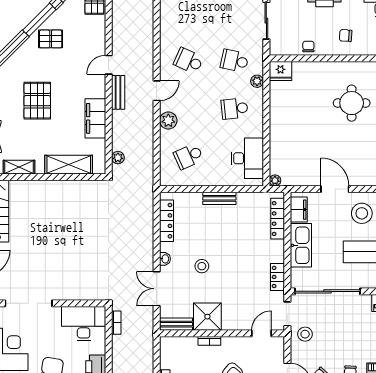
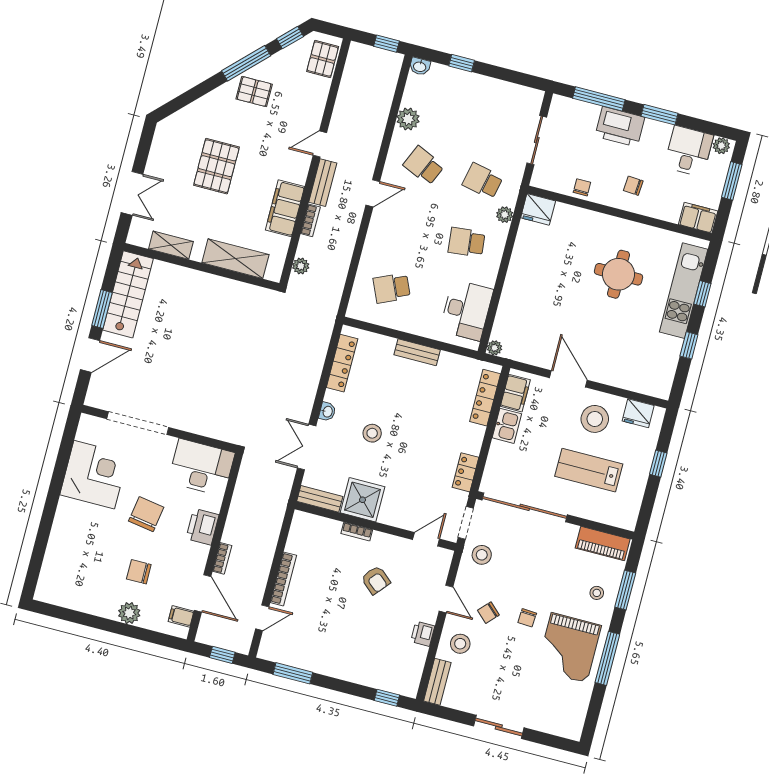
plant: (168, 121) -> (408, 119), moved
kitchen sink: (301, 245) -> (507, 426), width x0.53, depth x0.81
bookcase: (116, 323) -> (310, 220), moved

